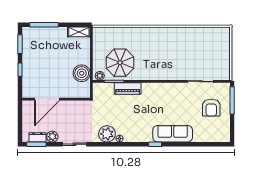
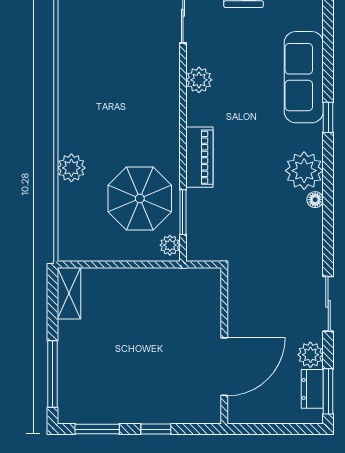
plant: (133, 33) -> (71, 168), added
boiler: (82, 73) -> (164, 287), removed
piano: (128, 88) -> (199, 157), moved
plant: (171, 88) -> (199, 80), added
door: (47, 99) -> (224, 367), hinge flipped
plant: (107, 134) -> (304, 171), moved

